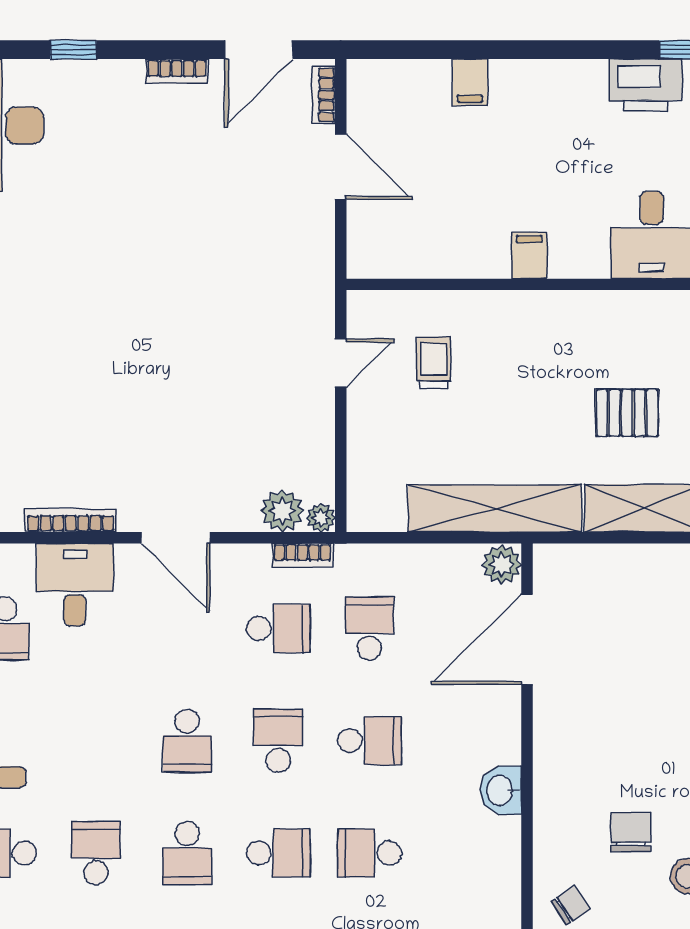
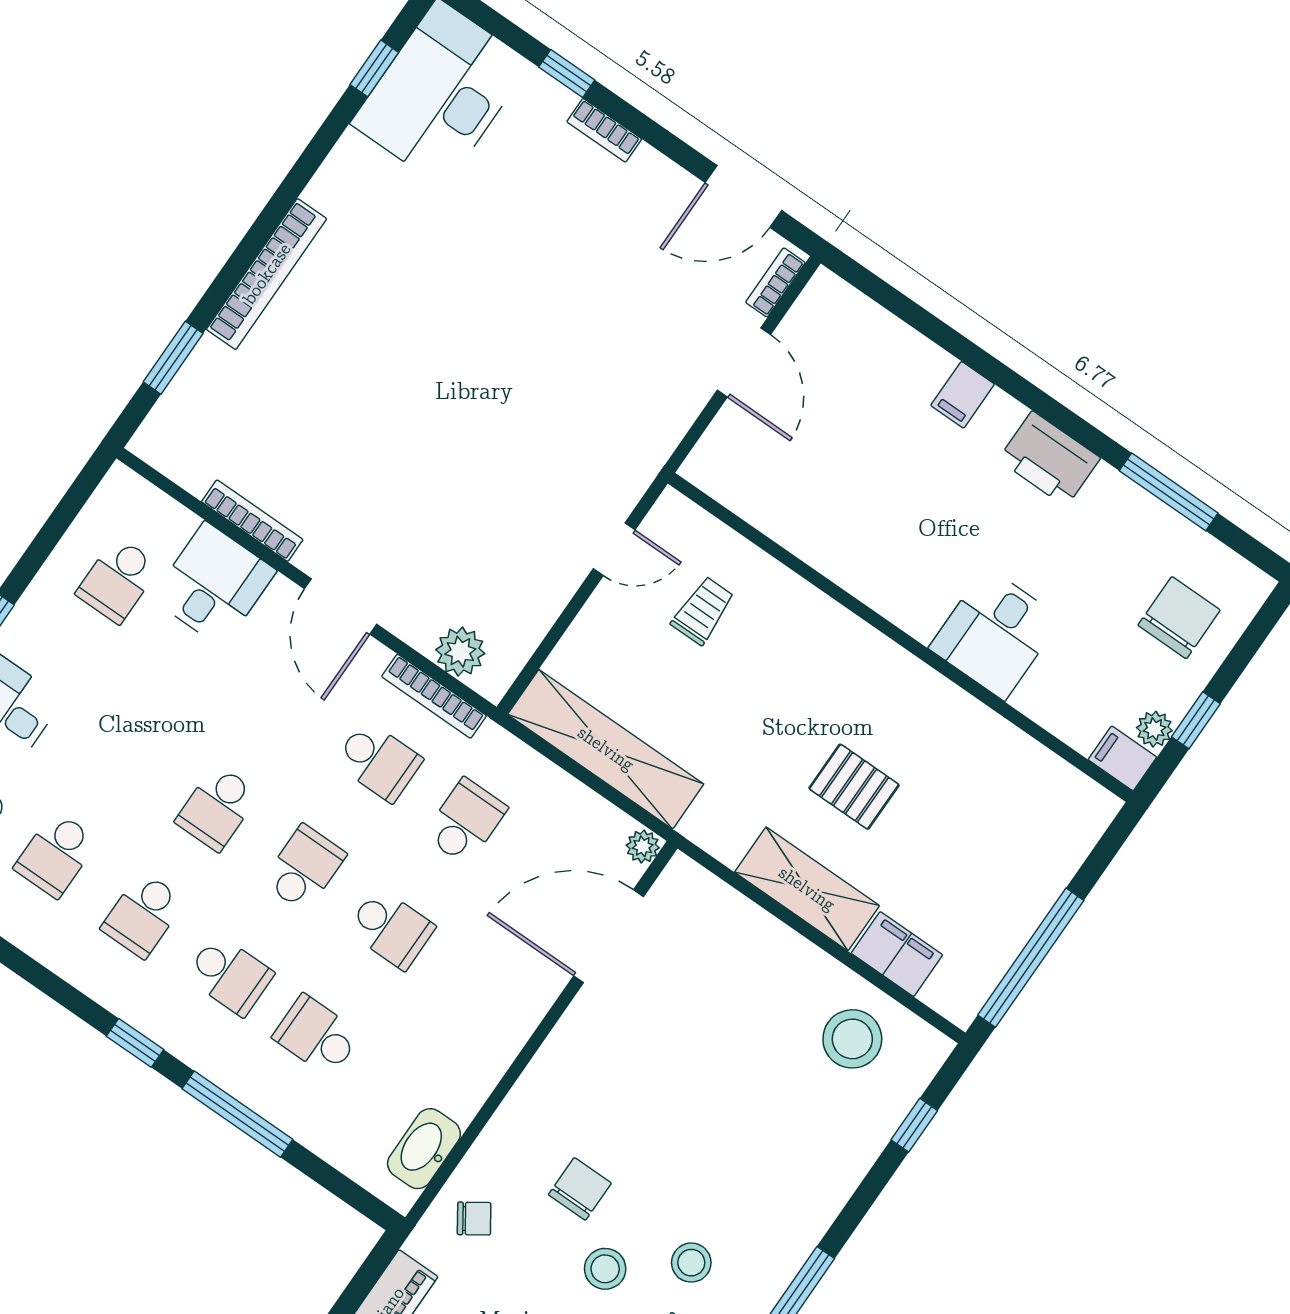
bookcase: (177, 71) -> (604, 130), moved
filing cabinet: (470, 82) -> (963, 395), moved
printer: (646, 85) -> (1049, 459), moved
filing cabinet: (529, 255) -> (865, 572), removed
shelving: (495, 508) -> (606, 749), moved
plant: (321, 518) -> (492, 684), removed
bookcase: (302, 555) -> (434, 696), width x1.56
plant: (502, 564) -> (643, 846), width x0.73, depth x0.73
washbasin: (501, 790) -> (424, 1149), moved, width x1.38
school desk: (96, 853) -> (56, 854), turned 180

